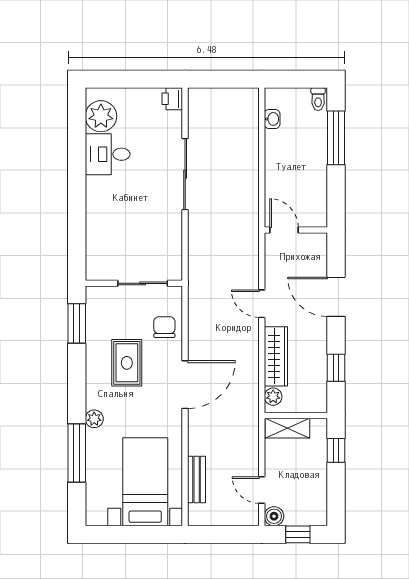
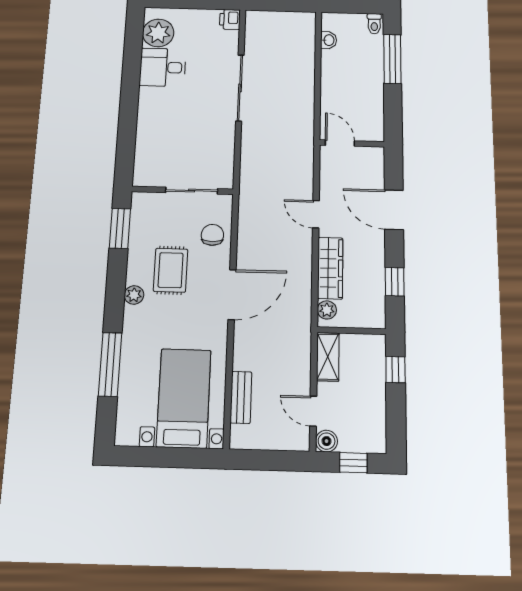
plant: (94, 419) -> (134, 295), moved
shelving: (287, 428) -> (328, 357), moved, turned 90

